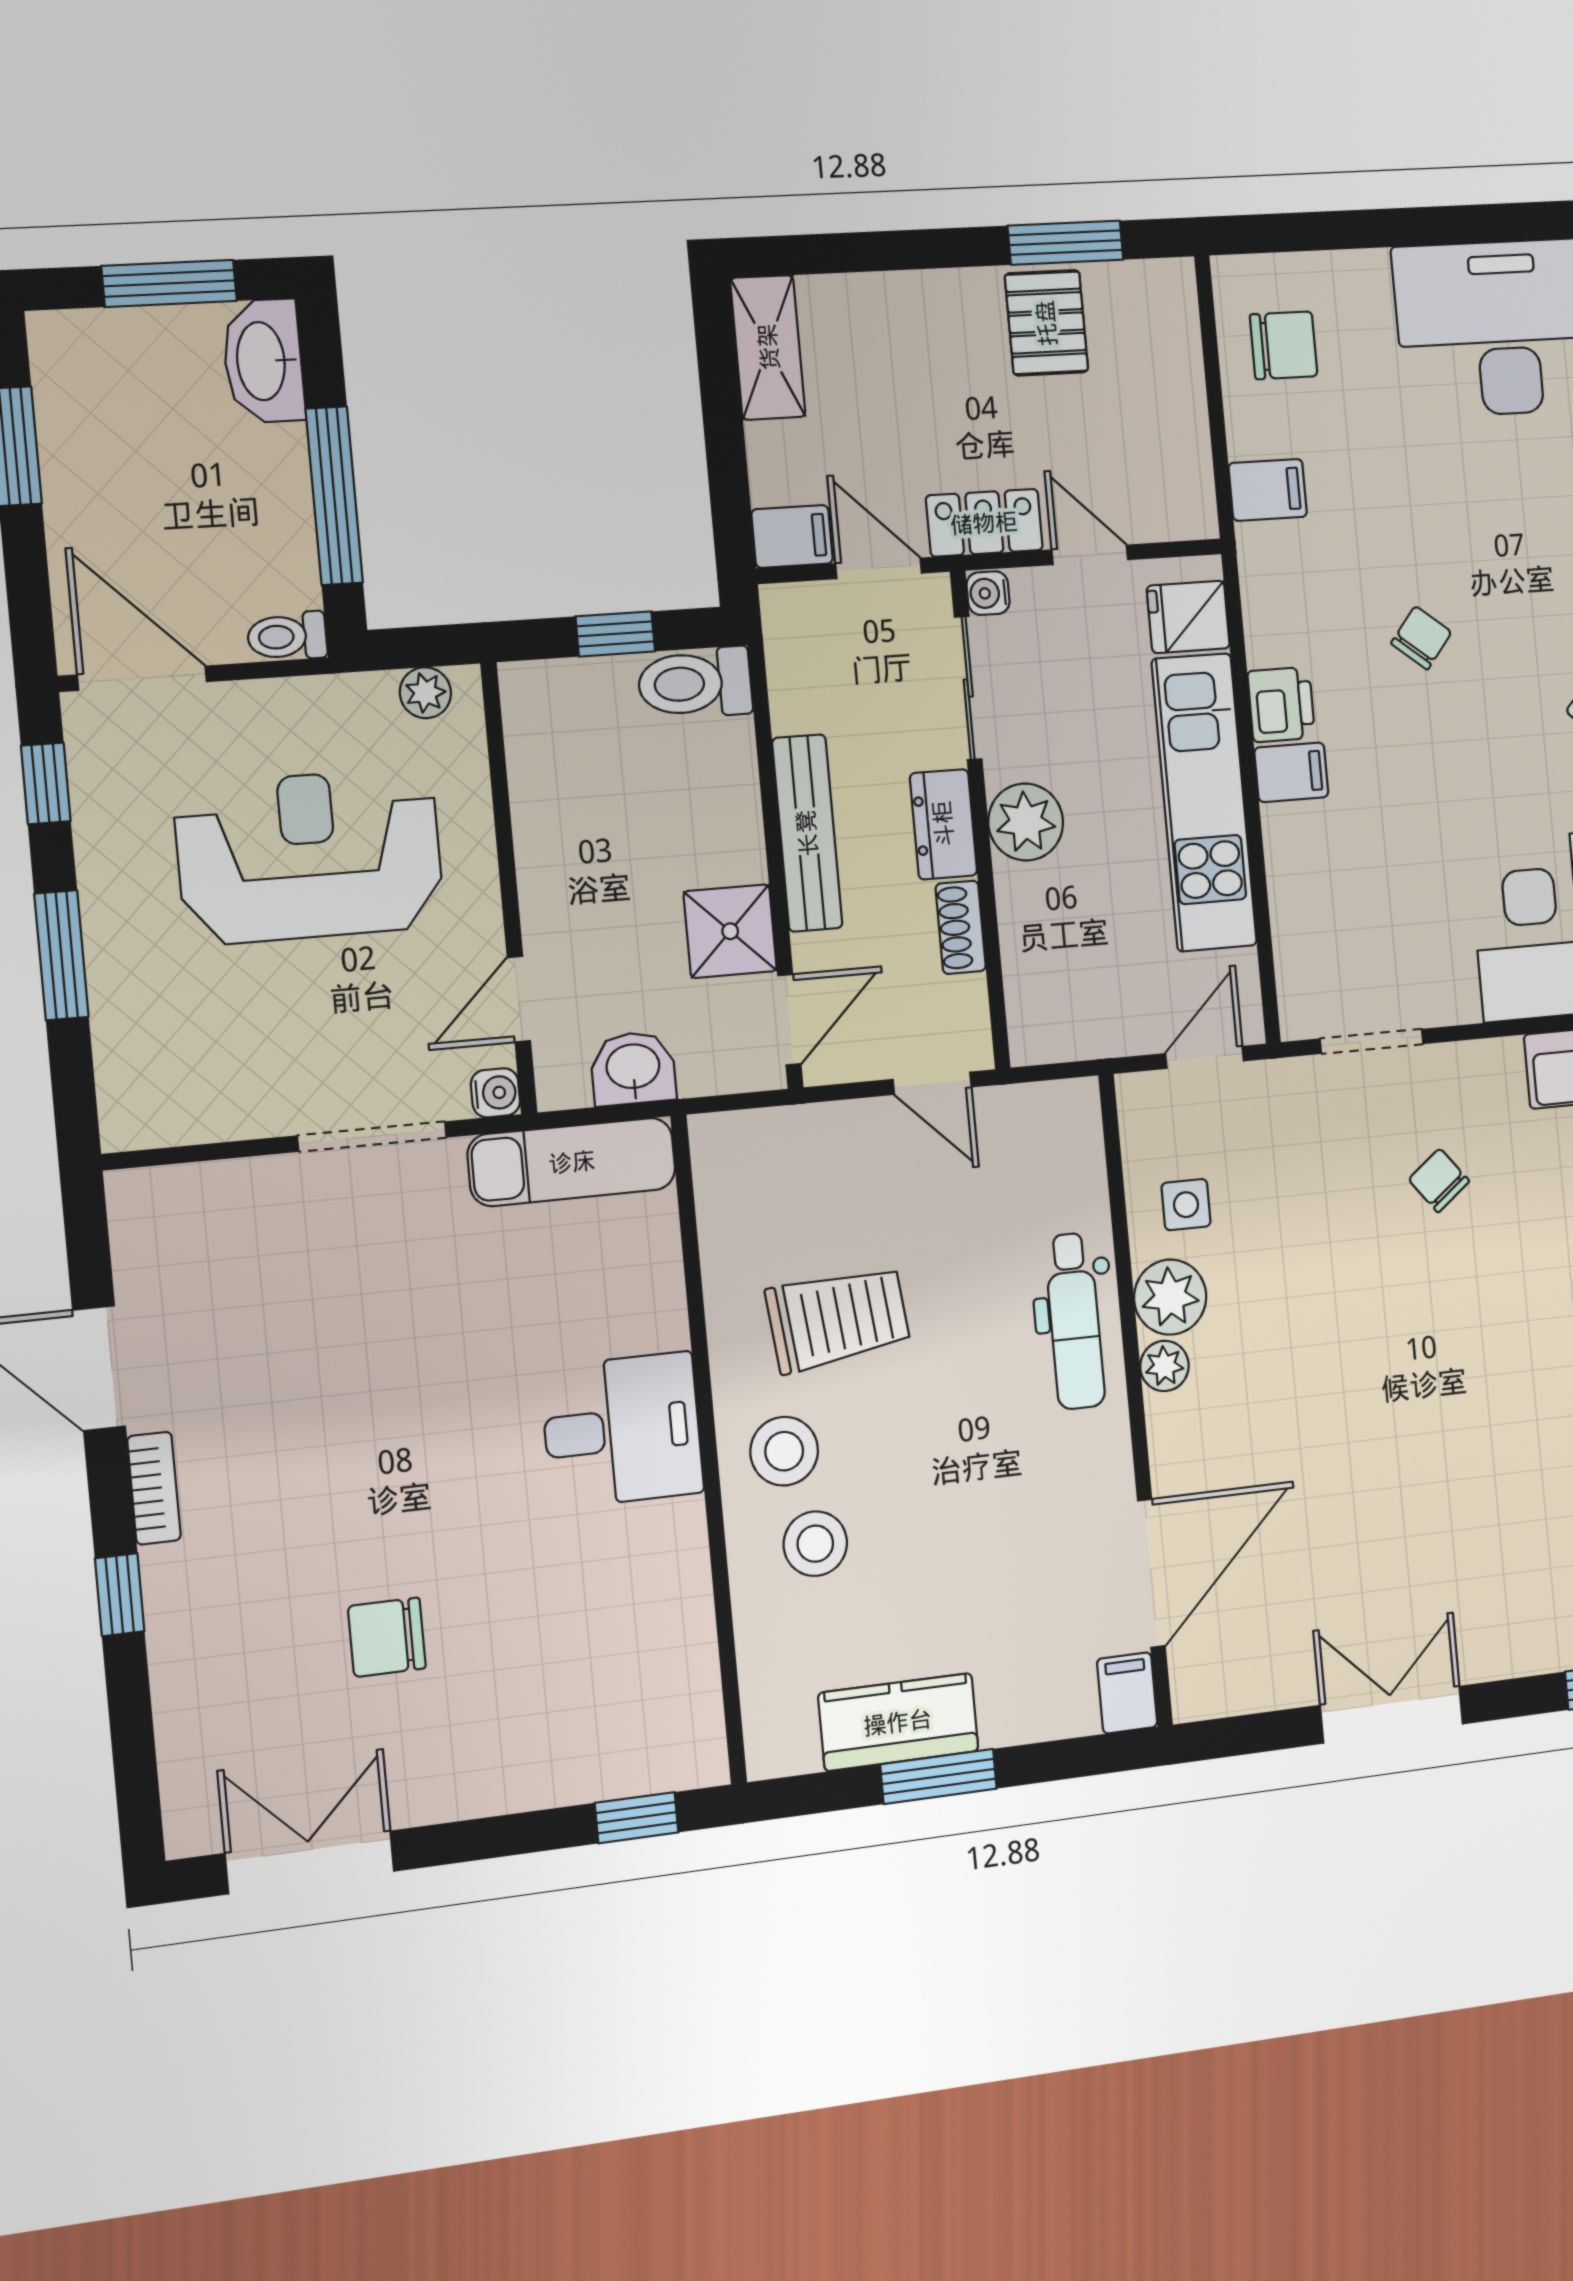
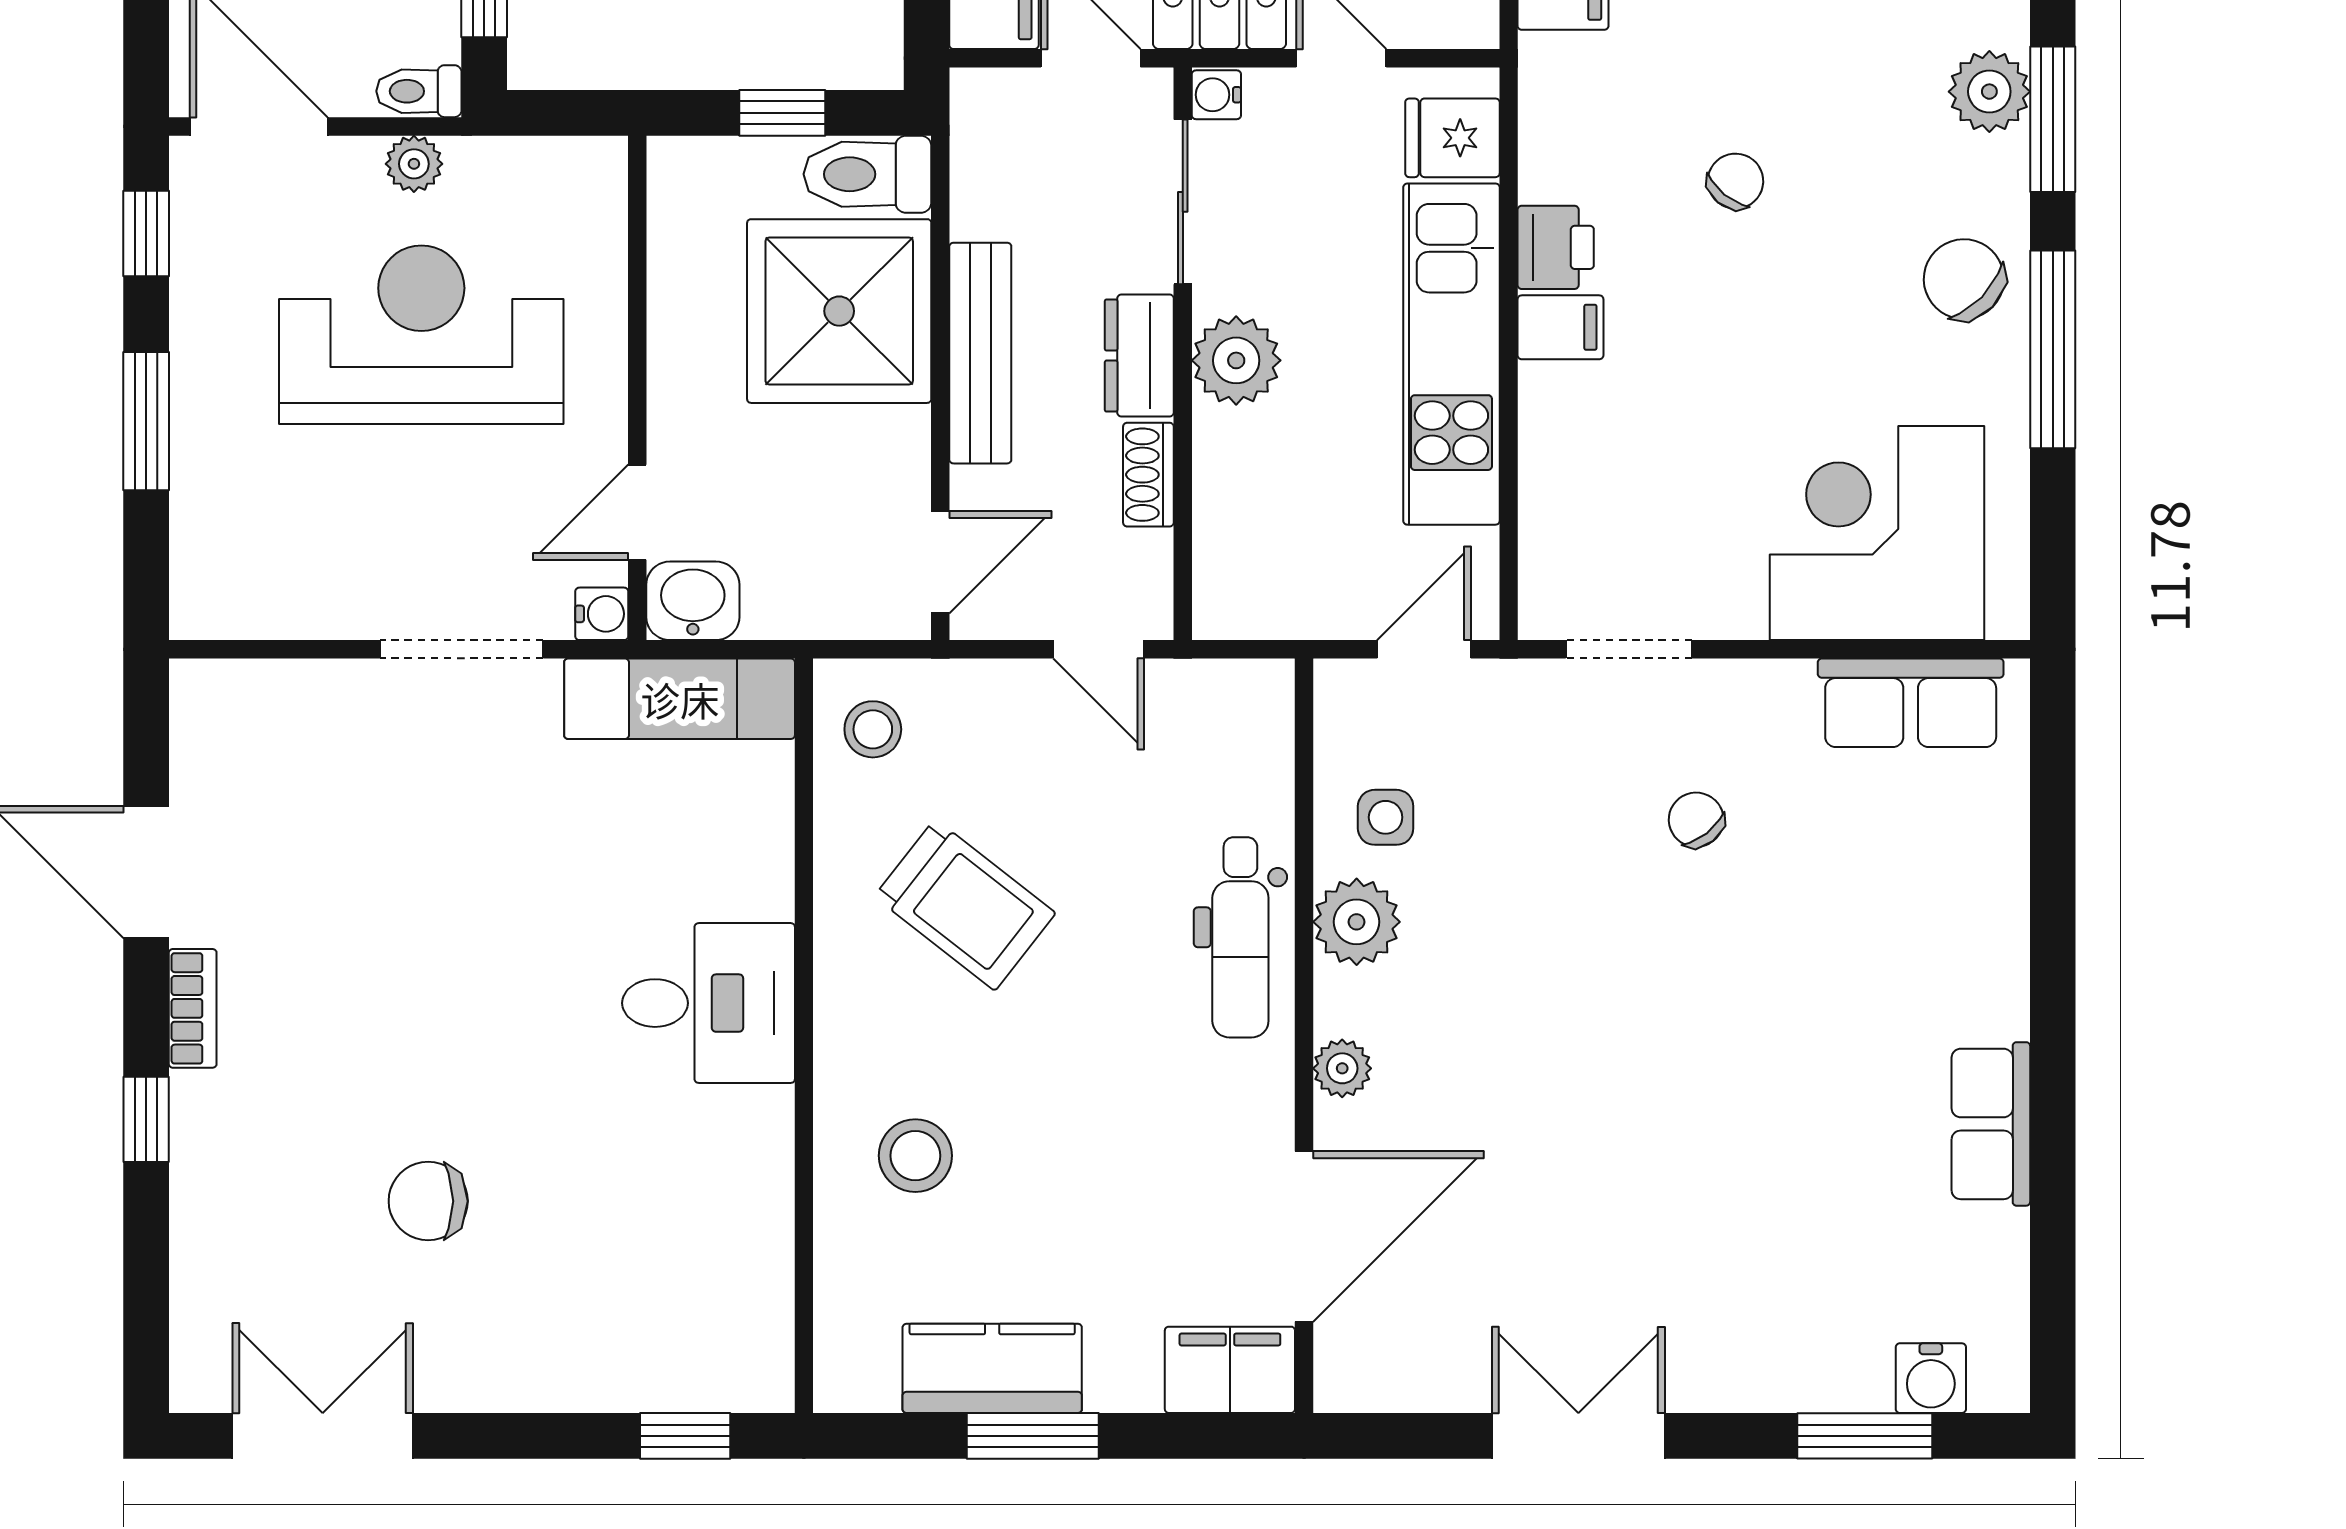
plant: (425, 693) -> (414, 164), moved
shower: (730, 931) -> (839, 311), moved, width x1.86, depth x1.86
washbasin: (633, 1068) -> (693, 601), moved
trolley: (838, 1318) -> (965, 905), turned 44
plant: (1164, 1366) -> (1342, 1068), moved
stool: (784, 1451) -> (873, 729), moved, width x0.73, depth x0.73
filing cabinet: (1127, 1693) -> (1230, 1370), width x2.00

